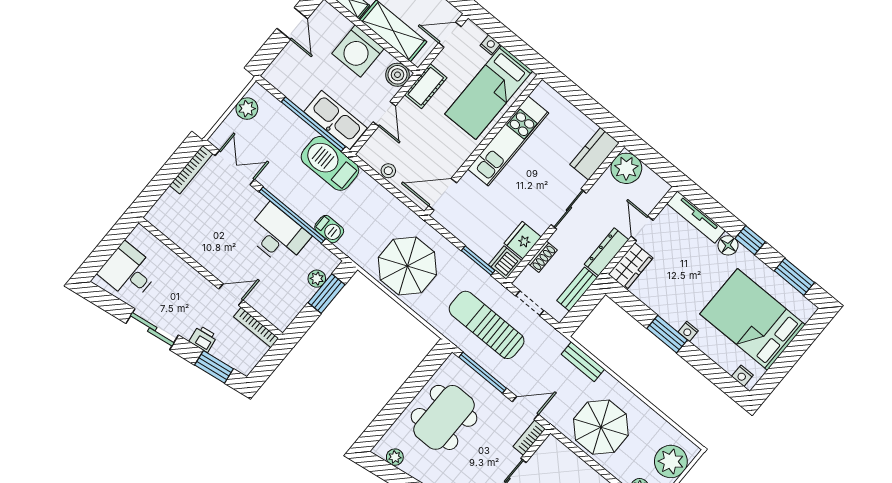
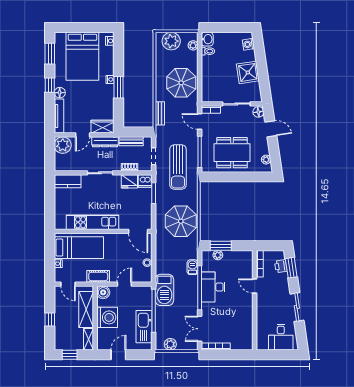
kitchen sink: (335, 120) -> (144, 327), moved
plant: (626, 168) -> (63, 145), moved
printer: (203, 339) -> (281, 266), moved

